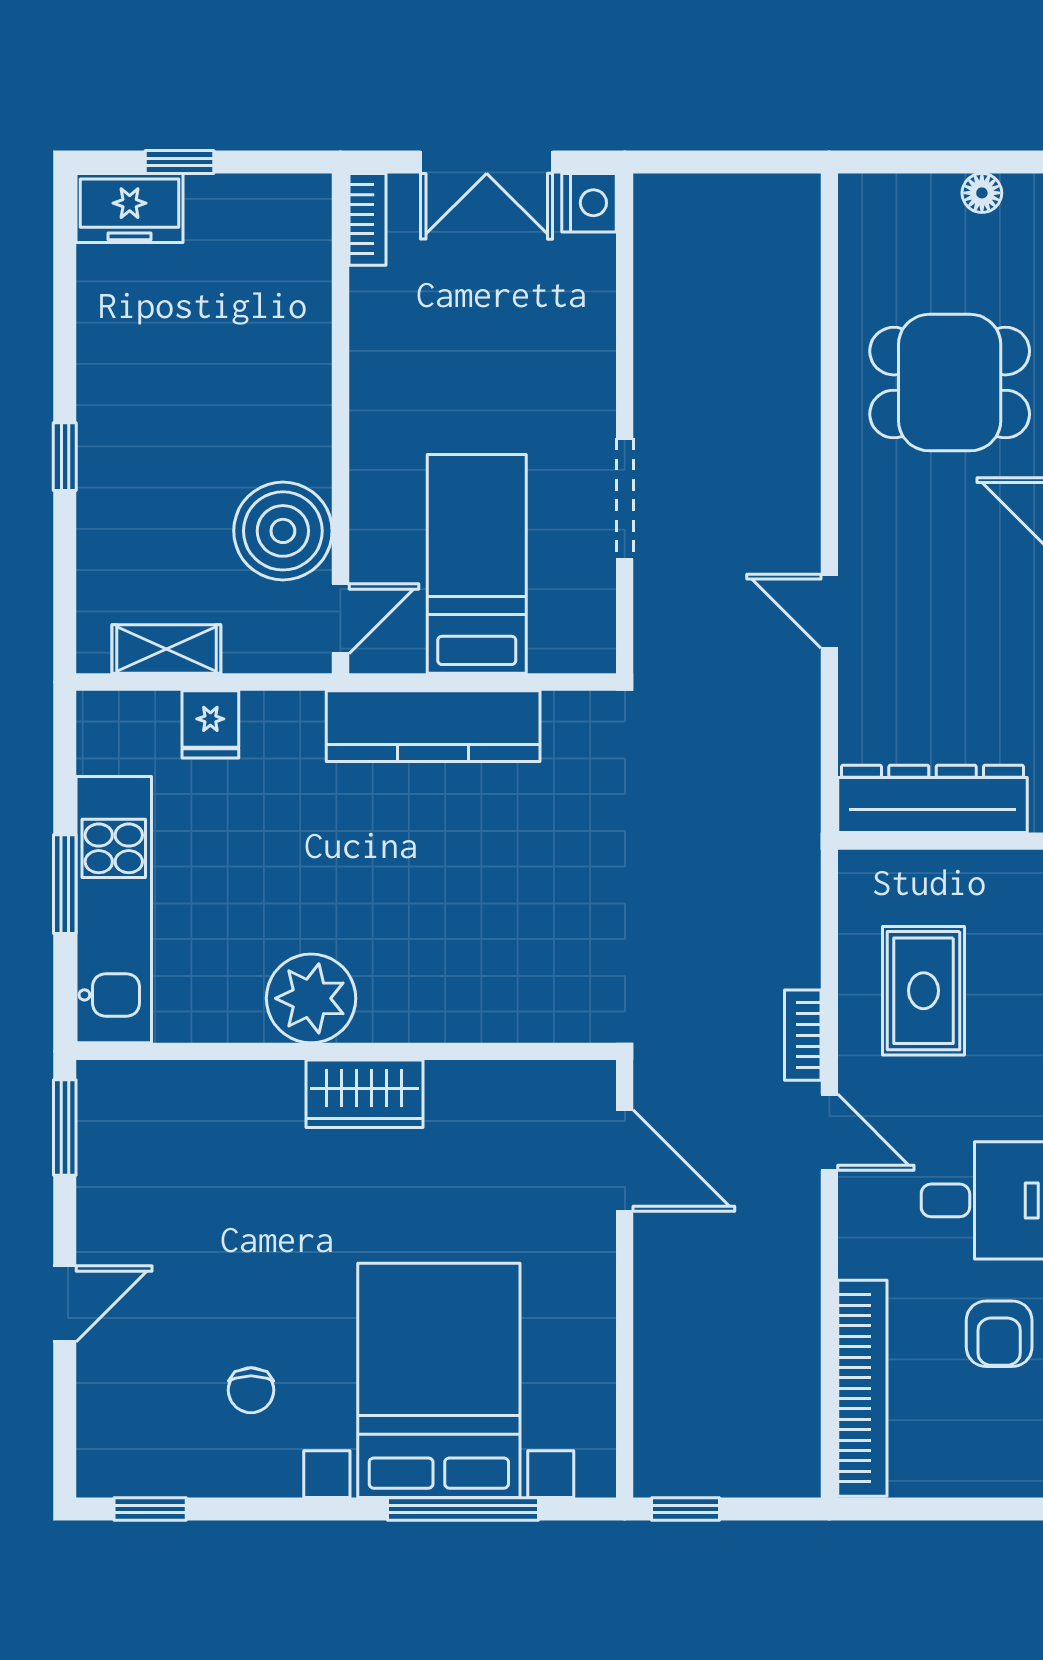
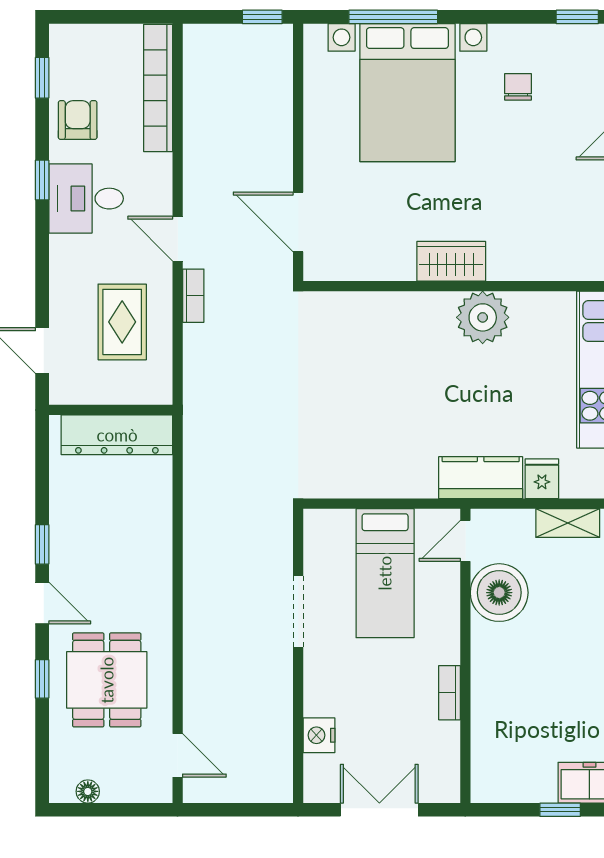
nightstand: (589, 203) -> (319, 735), moved
bookcase: (367, 219) -> (449, 693), moved
dining table: (950, 383) -> (107, 680), turned 90
door: (829, 611) -> (178, 755), moved
kitchen counter: (433, 726) -> (481, 478), moved, width x0.67

